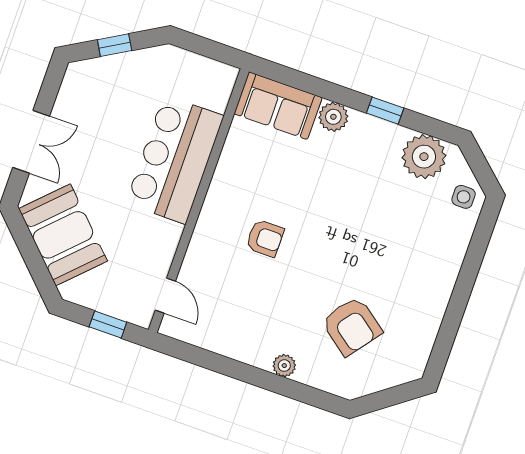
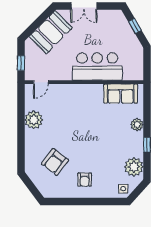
sofa: (278, 106) -> (121, 94), moved, turned -90
armchair: (265, 238) -> (85, 180), moved
plant: (284, 366) -> (34, 120), moved, width x1.87, depth x1.87

